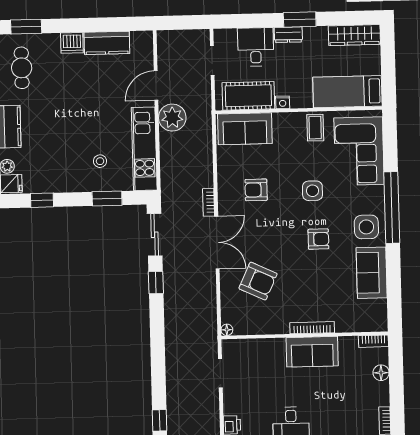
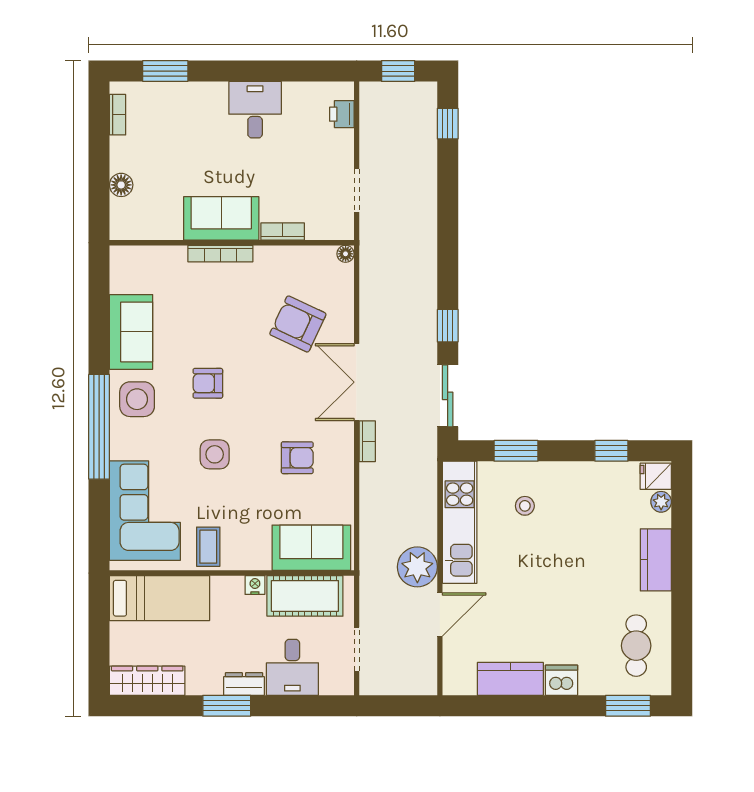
bookcase: (373, 341) -> (283, 231), moved

